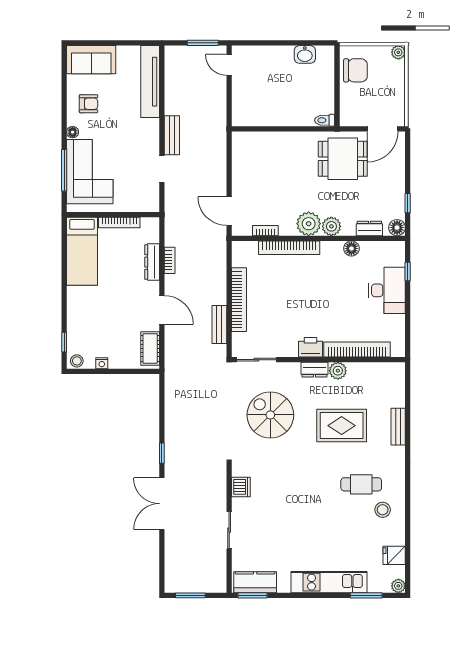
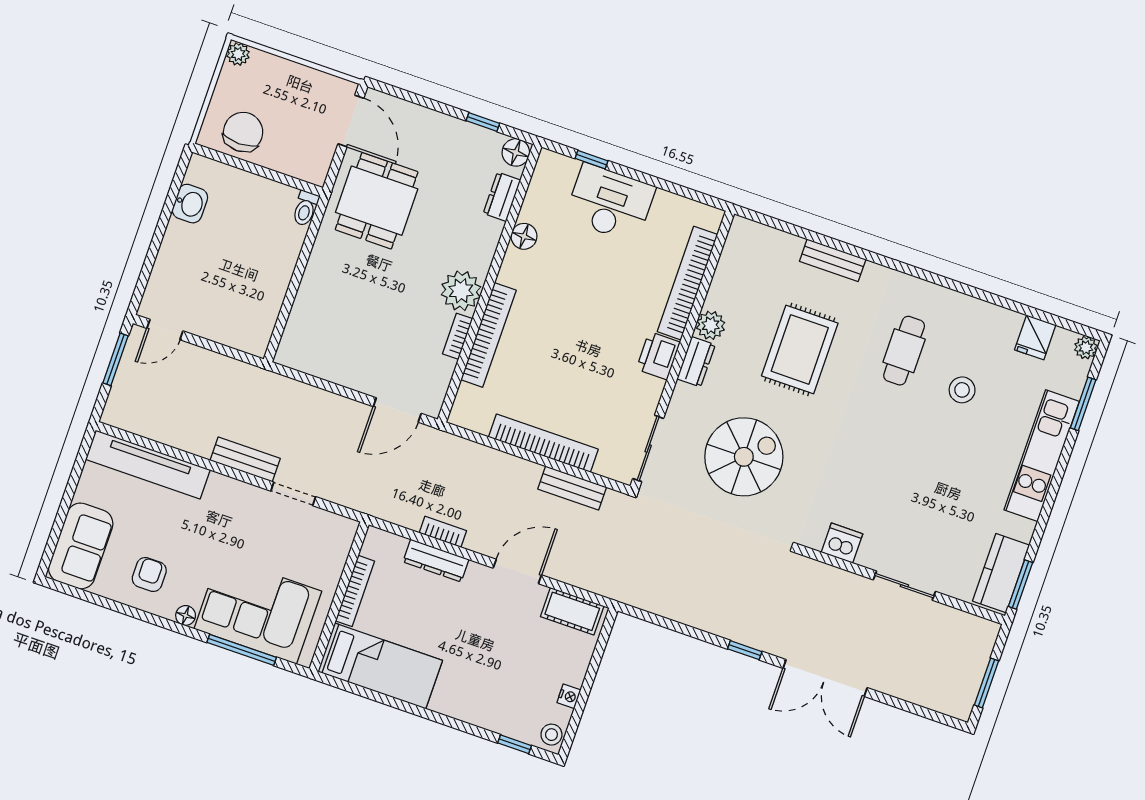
plant: (331, 226) -> (478, 256), removed
bookcase: (265, 231) -> (458, 336), moved
spiral stairs: (270, 415) -> (744, 457), turned 180
stool: (383, 510) -> (962, 390), moved

